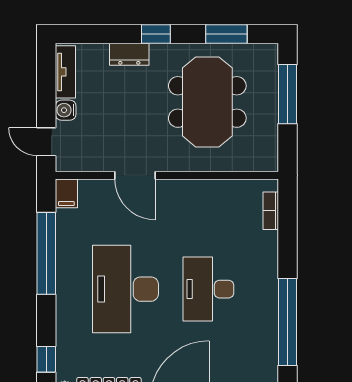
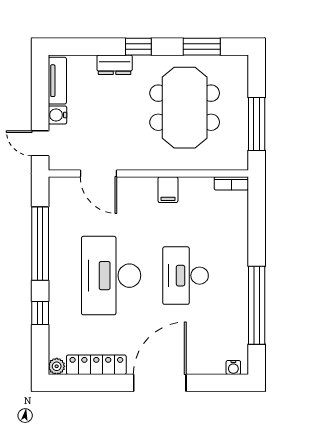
window: (287, 94) -> (257, 124), moved
door: (135, 175) -> (98, 174), moved
filing cabinet: (66, 193) -> (168, 190), moved
bookcase: (271, 211) -> (231, 183), moved, turned -90
window: (46, 359) -> (40, 313), moved

